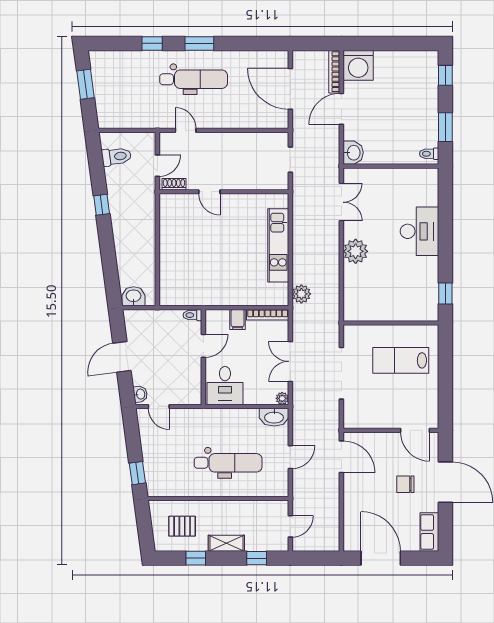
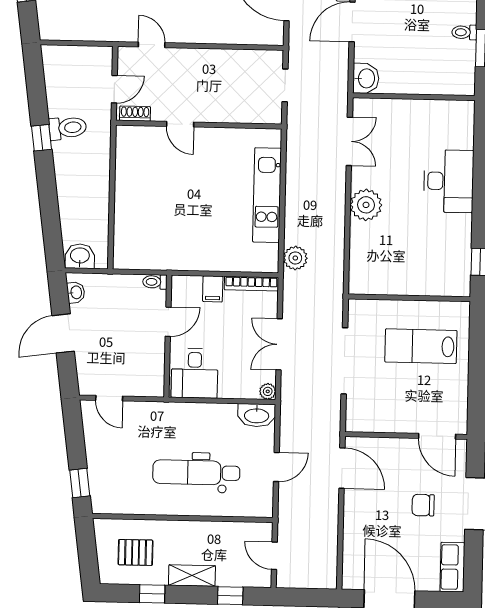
toilet: (429, 154) -> (464, 32), moved
toilet: (116, 157) -> (68, 128), moved
washbasin: (140, 394) -> (76, 292), moved
dental chair: (228, 463) -> (196, 472), turned 180
door: (290, 526) -> (274, 556), swing flipped

